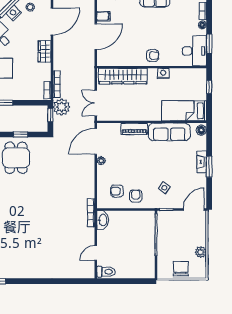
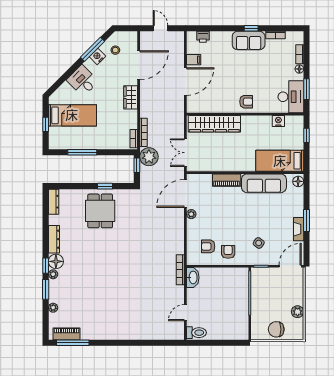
nightstand: (163, 73) -> (278, 121), moved
fireplace: (202, 162) -> (299, 229), moved
chair: (181, 269) -> (276, 329), turned -90

